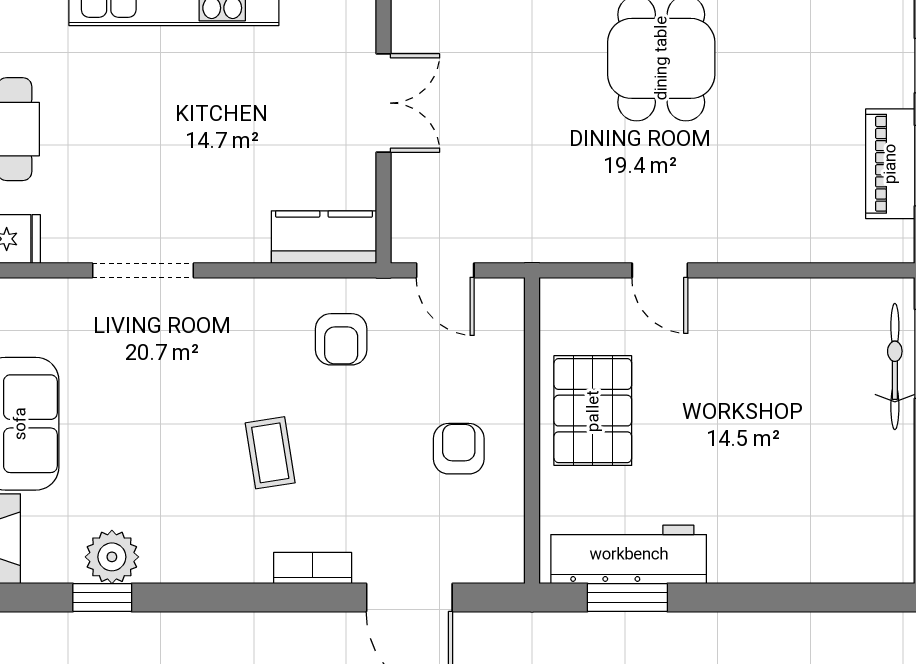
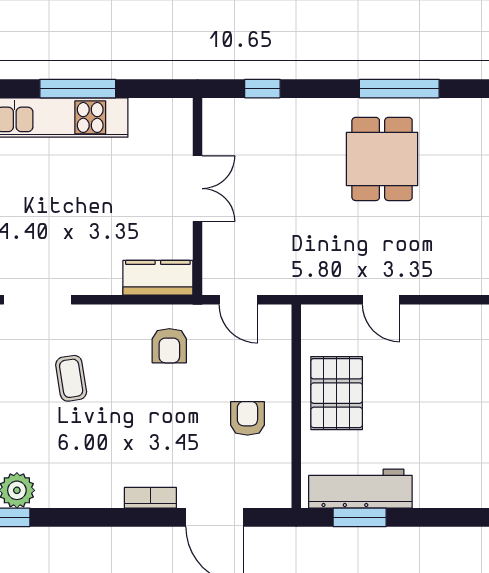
coffee table: (270, 453) -> (71, 378), moved

